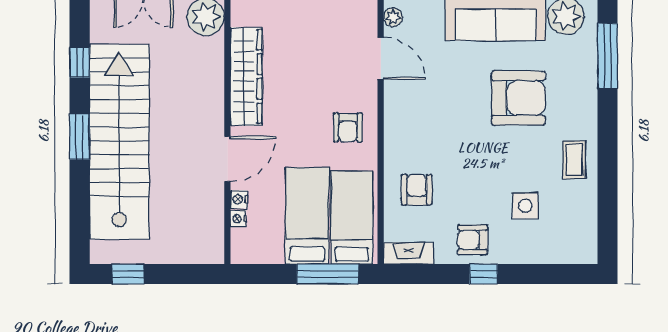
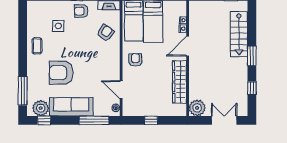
stairs: (119, 142) -> (239, 34), width x0.54, depth x0.66
armchair: (417, 190) -> (105, 33), turned -145
armchair: (473, 240) -> (81, 11), turned 180

